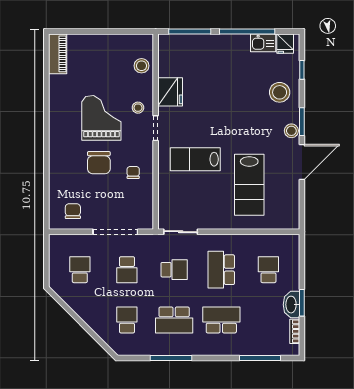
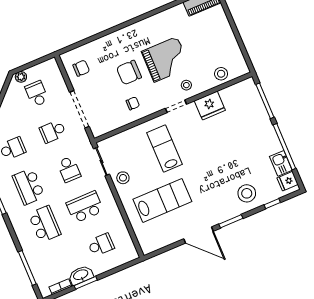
stool: (291, 131) -> (123, 178), moved
lab bench: (249, 185) -> (162, 200), turned 180
school desk: (80, 270) -> (37, 94), turned -90
plant: (55, 279) -> (21, 77), added

